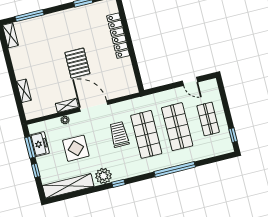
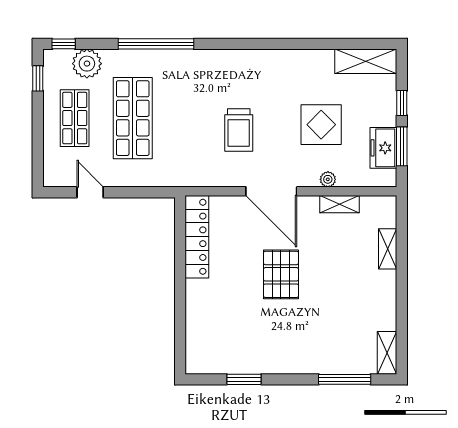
locker: (118, 36) -> (197, 237), moved
shelving: (67, 105) -> (339, 204), moved
shop shelf: (146, 134) -> (191, 118), removed
plant: (103, 176) -> (87, 64), moved
window: (118, 183) -> (64, 44), moved
shelving: (68, 186) -> (366, 61), width x0.68

